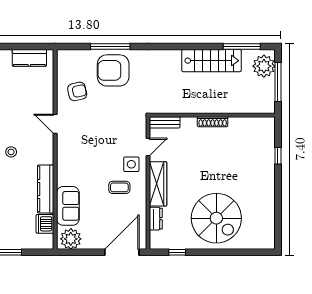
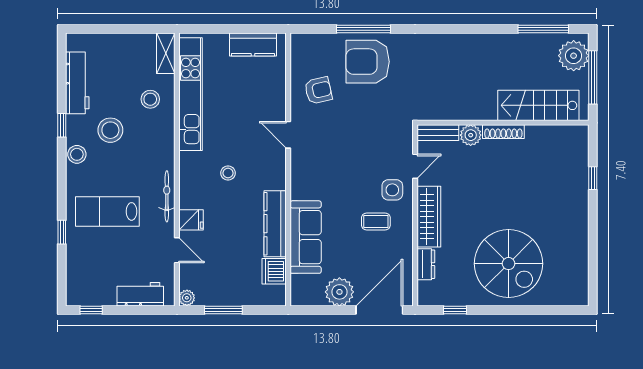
stairs: (212, 61) -> (538, 105), moved, turned 180
plant: (189, 124) -> (471, 135), added
sofa: (68, 206) -> (306, 237), width x1.36
plant: (71, 239) -> (339, 292), moved

